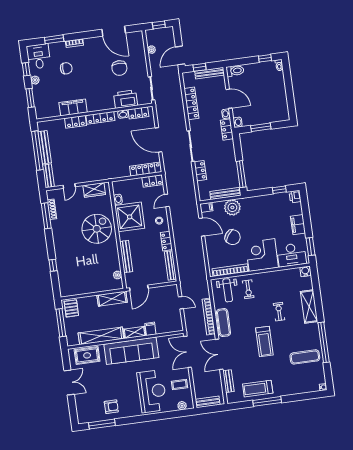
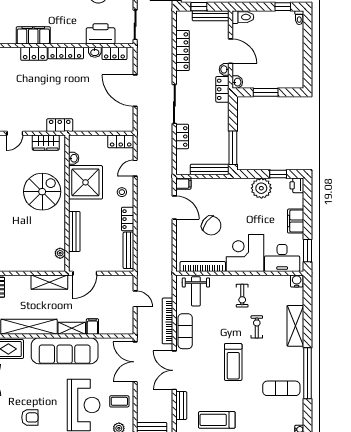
locker: (146, 169) -> (60, 125), moved, width x0.66
plant: (232, 207) -> (261, 188), moved
exercise bike: (248, 289) -> (242, 296), moved

